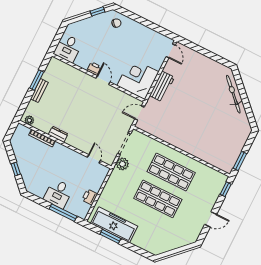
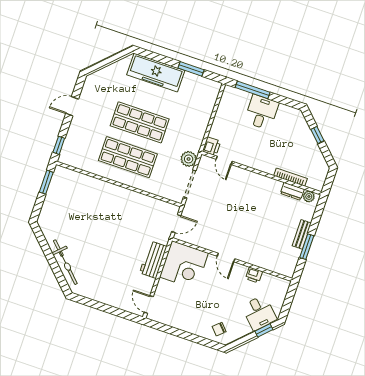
window: (98, 11) -> (264, 330), moved
desk: (68, 48) -> (259, 313), moved, turned 135
printer: (94, 69) -> (254, 275), moved
dresser: (58, 134) -> (292, 191), moved
printer: (90, 197) -> (212, 146), moved
freezer: (114, 225) -> (156, 73), moved

